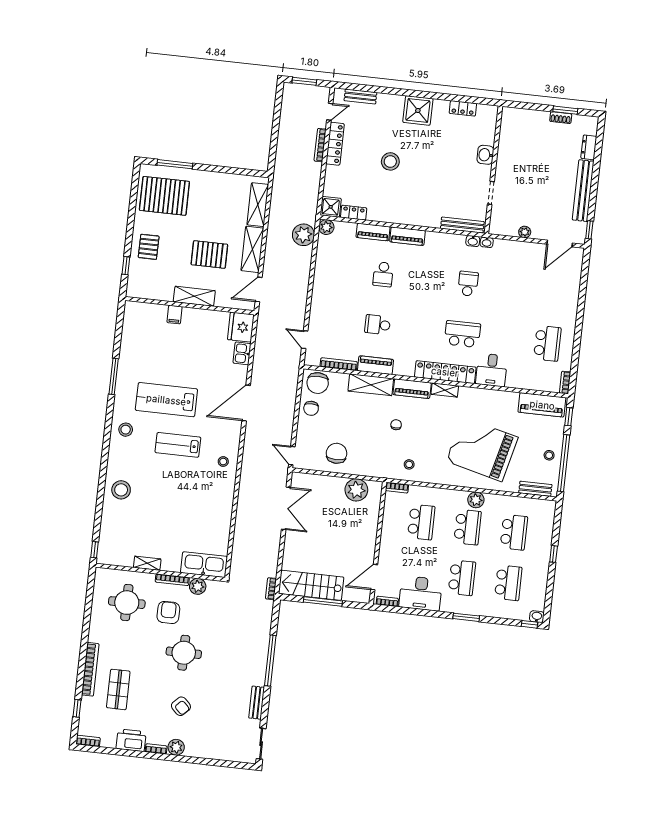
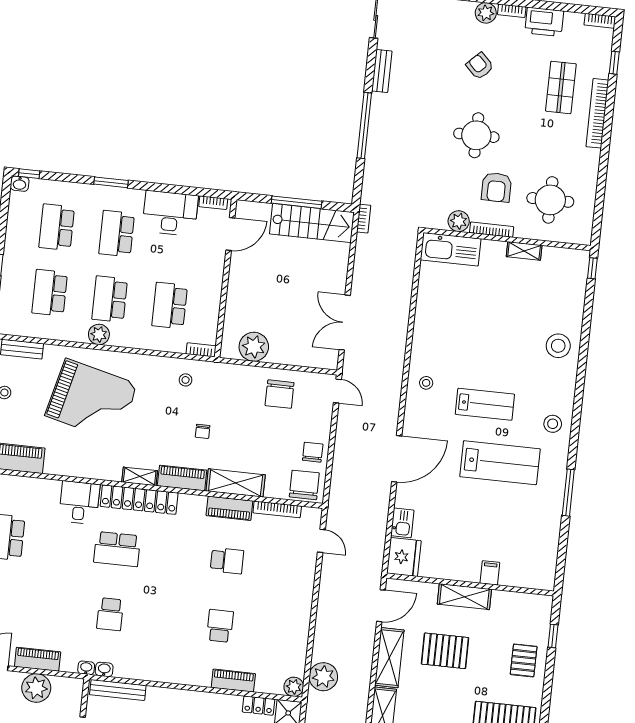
plant: (525, 232) -> (36, 688), width x1.87, depth x1.87
piano: (407, 236) -> (38, 659), moved

